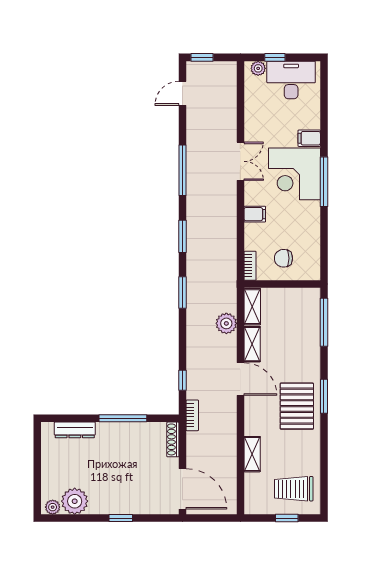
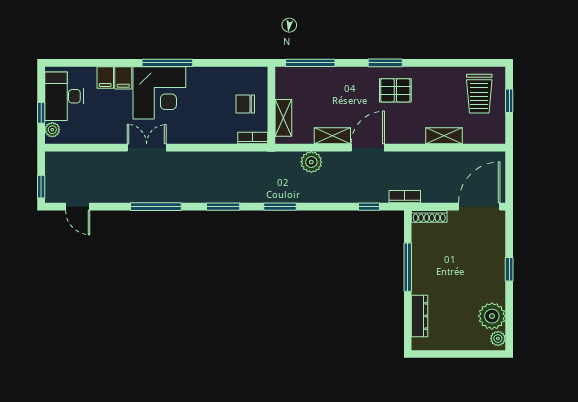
filing cabinet: (255, 214) -> (105, 77), moved, turned 180
chair: (283, 258) -> (245, 104), turned 90
shelving: (252, 307) -> (283, 118), moved, turned 90
pallet: (297, 406) -> (395, 90), width x0.67, depth x0.71

